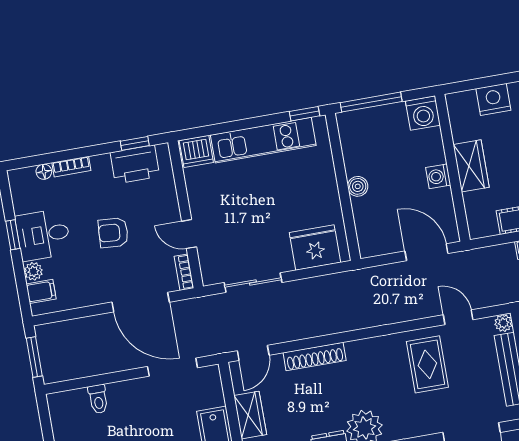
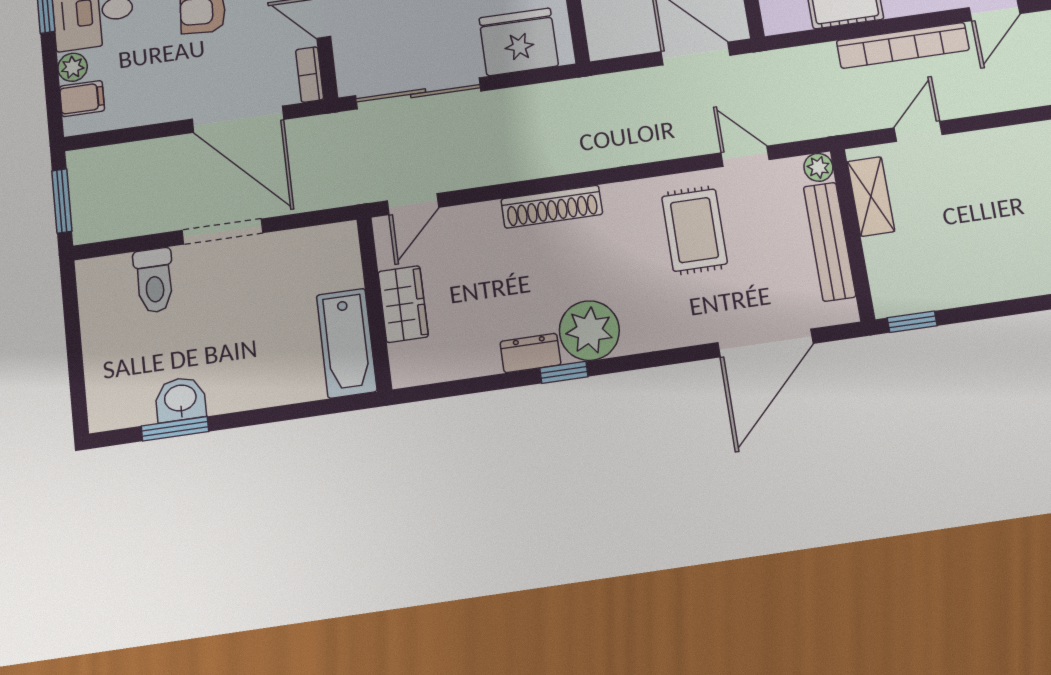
sliding door: (253, 283) -> (418, 93), width x1.37
shoe rack: (315, 357) -> (552, 207), moved
doorway: (172, 367) -> (222, 232), moved
toilet: (98, 399) -> (154, 280), width x1.37, depth x1.39

